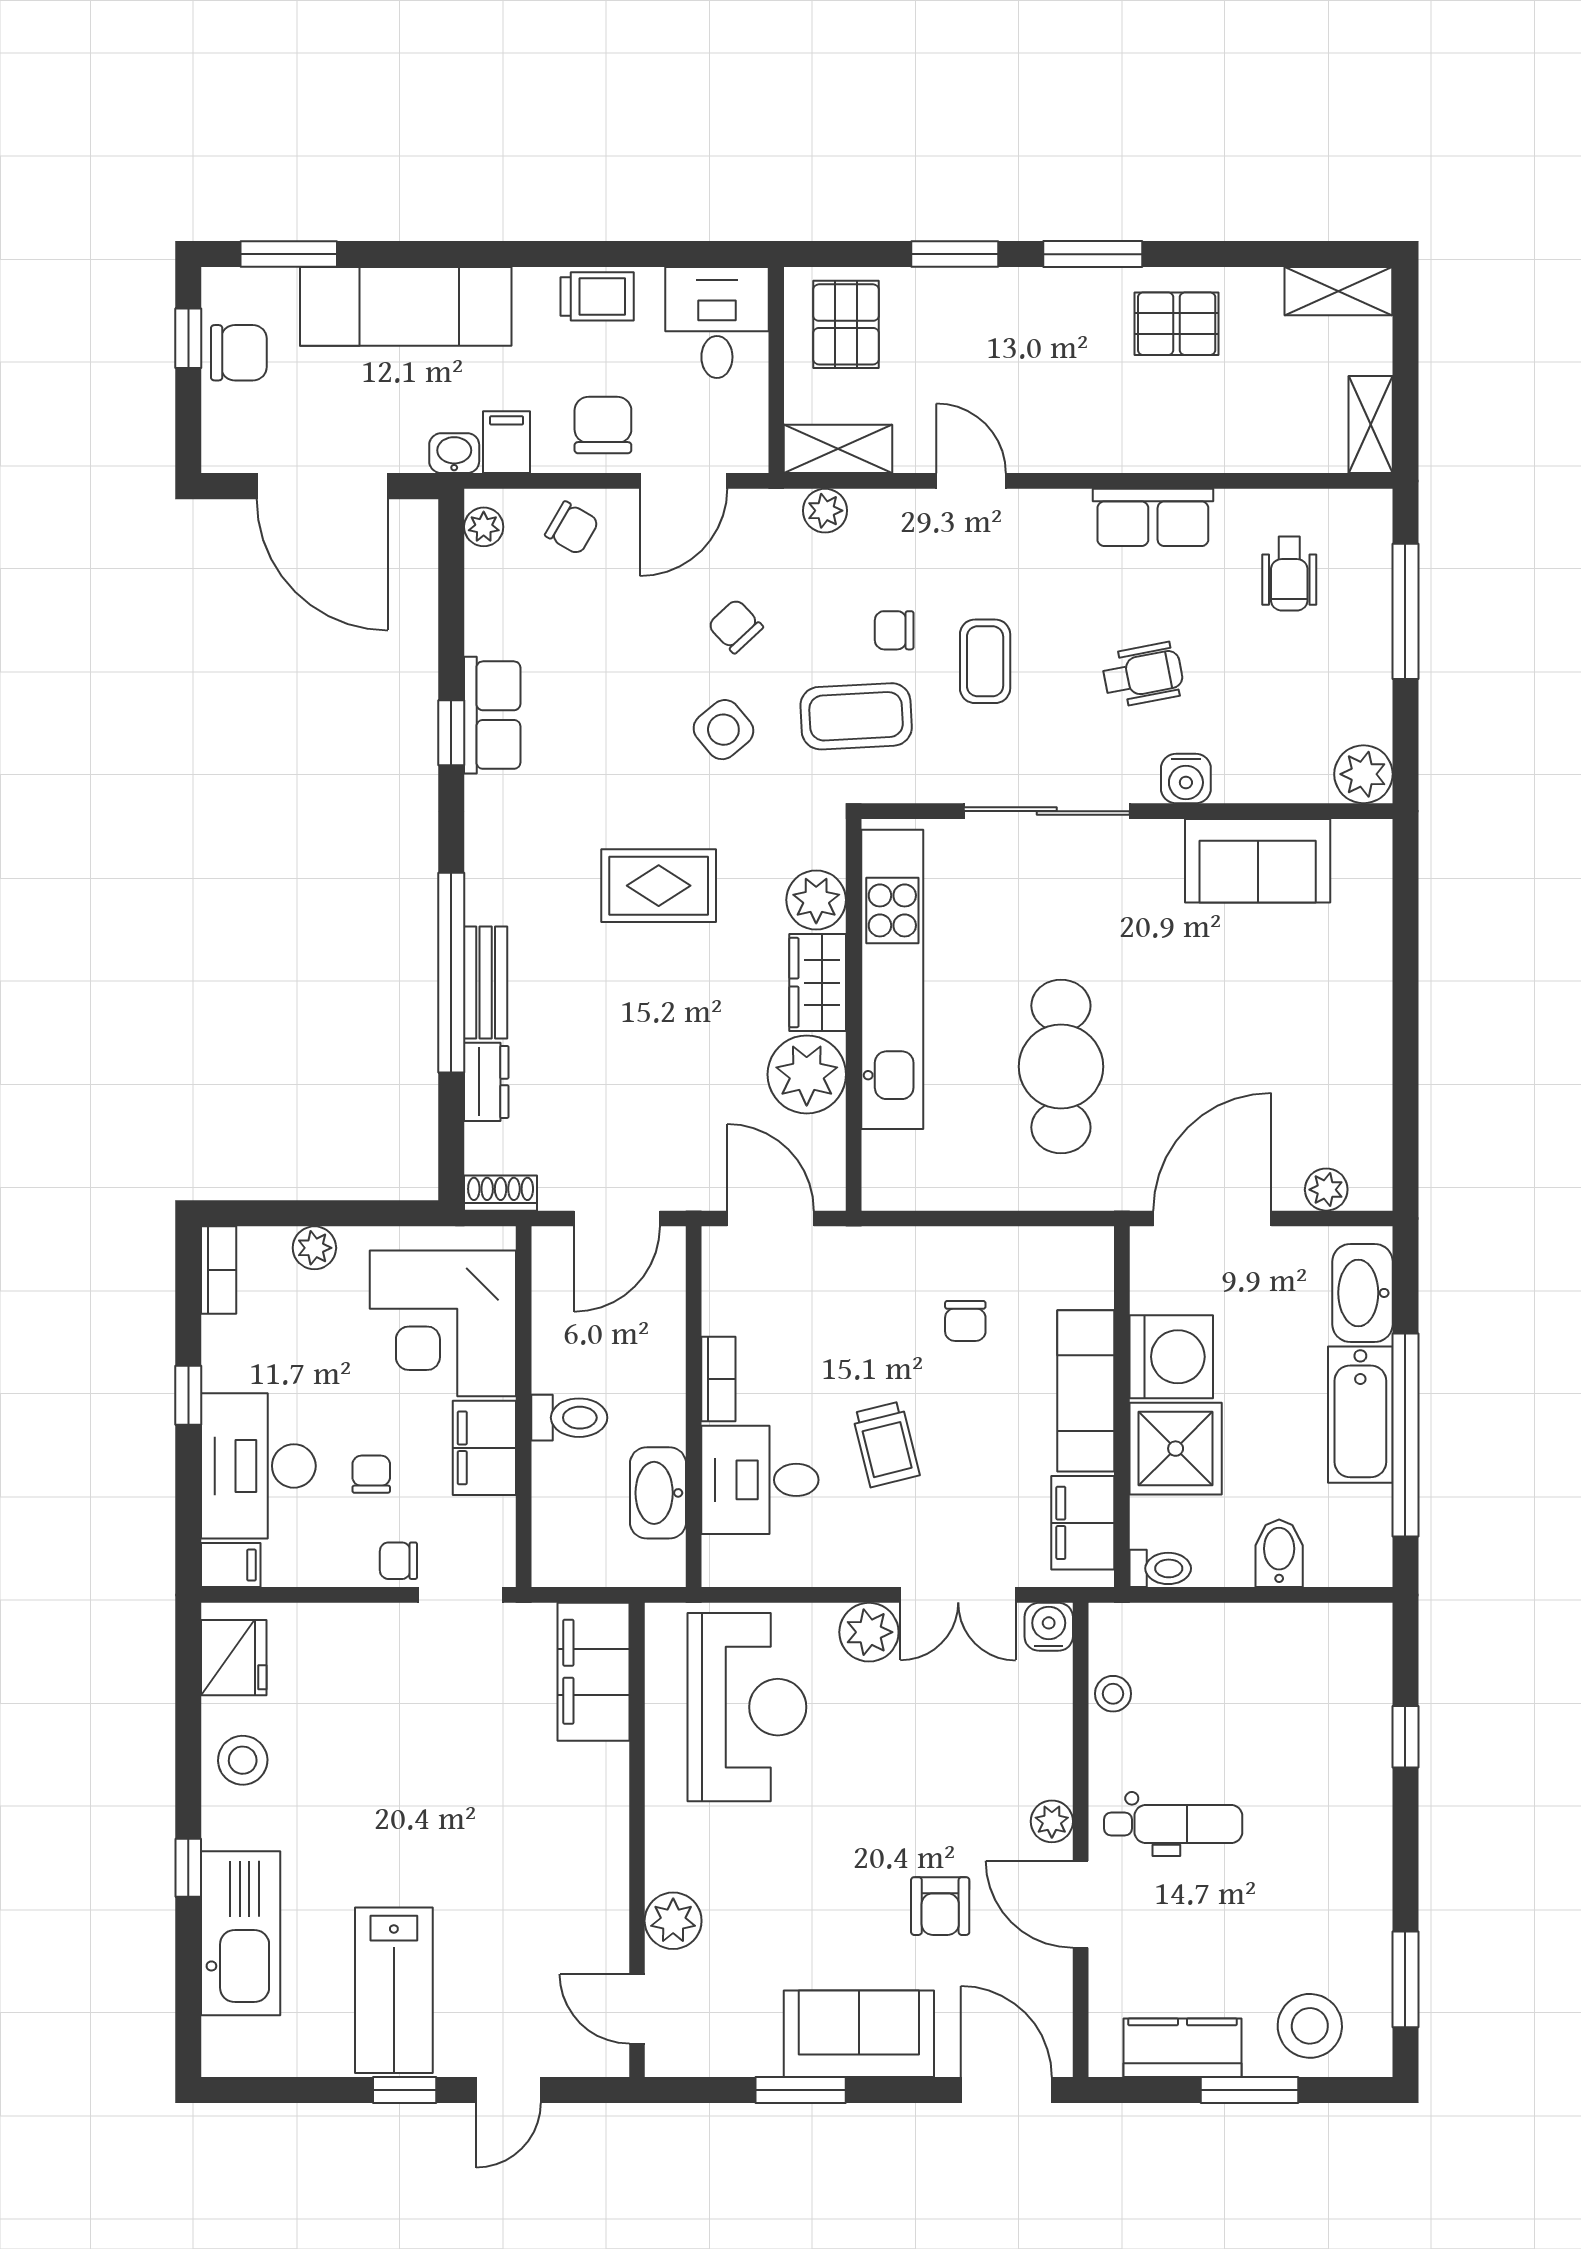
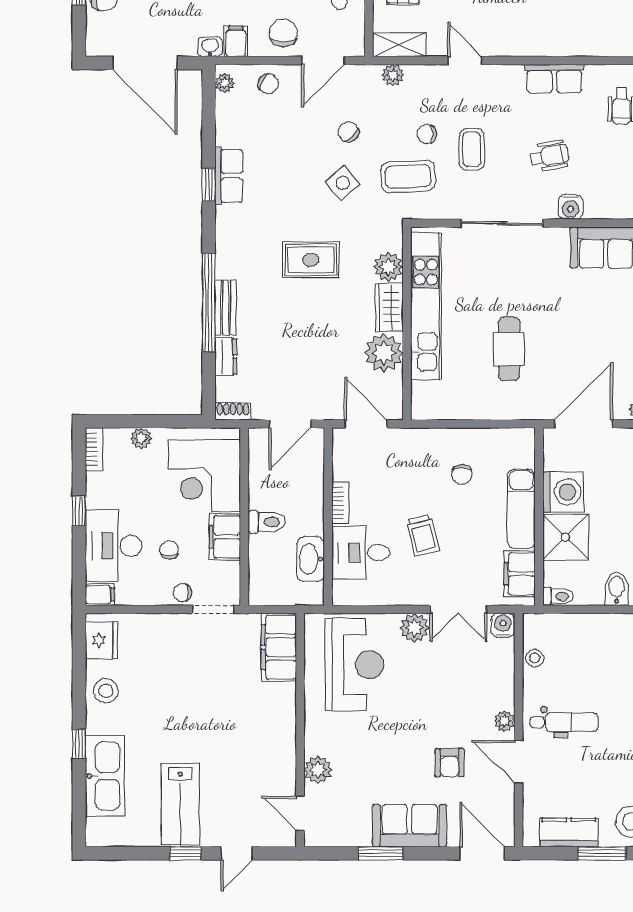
cafe table: (1061, 1067) -> (509, 349), width x0.73, depth x0.74

